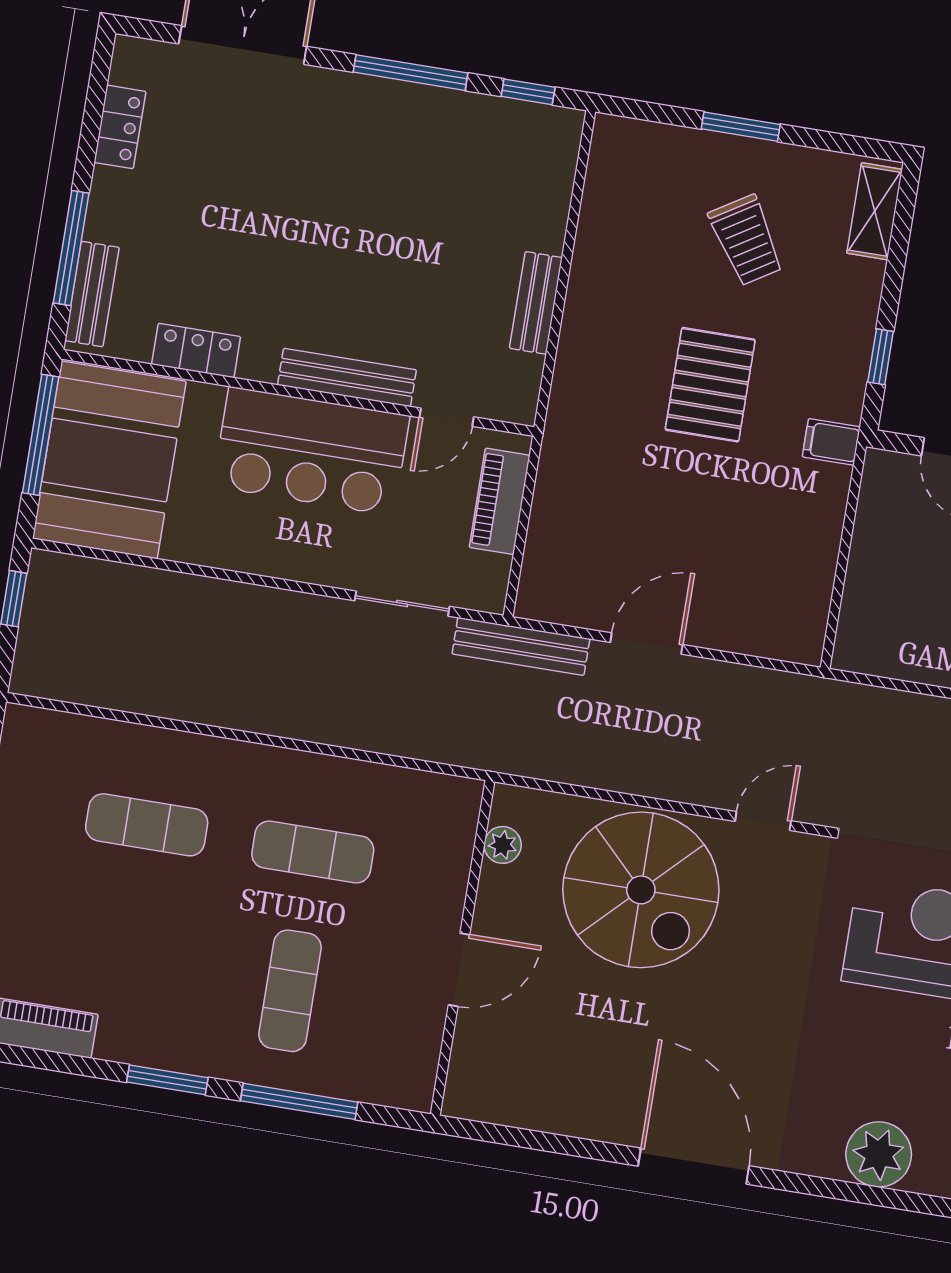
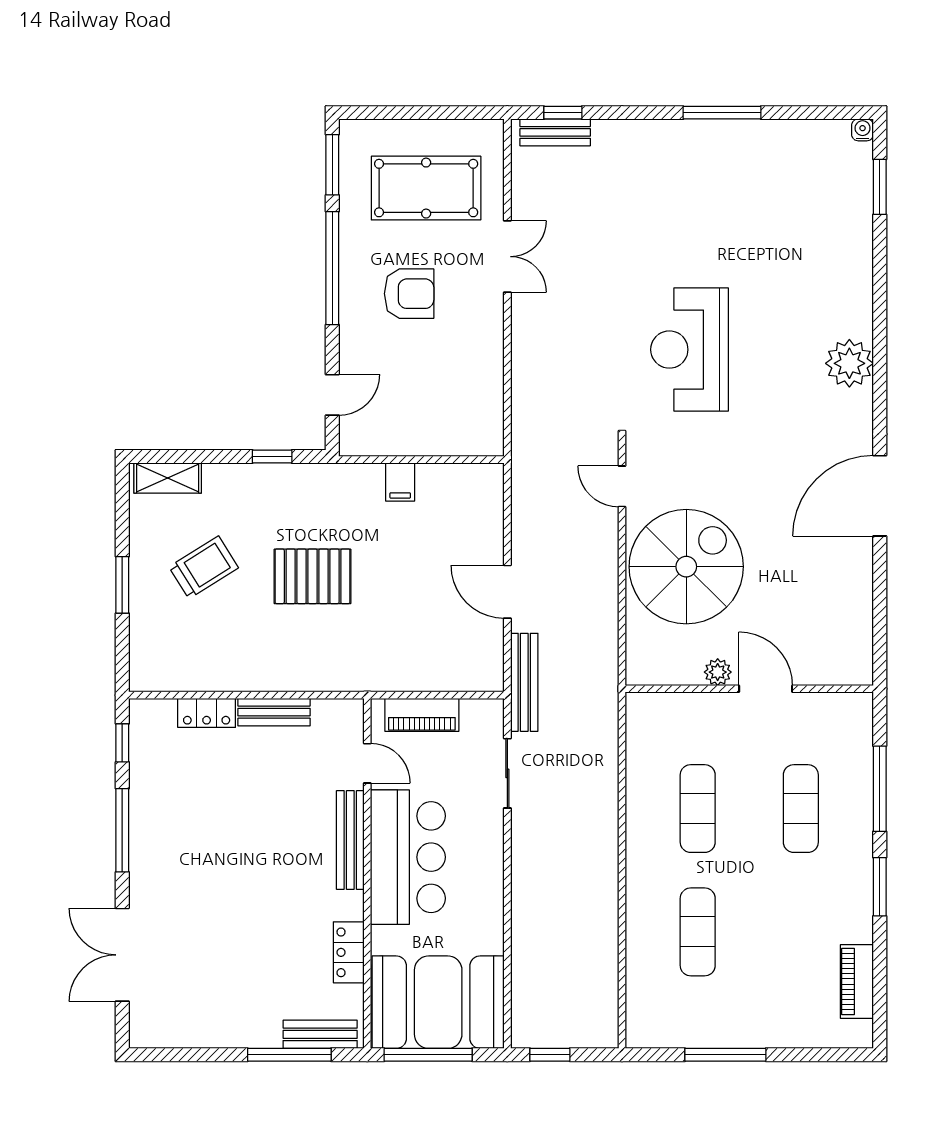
locker: (120, 127) -> (207, 713), moved, turned 180
filing cabinet: (831, 442) -> (400, 482), moved
plant: (503, 845) -> (718, 672), moved
exercise mat: (290, 991) -> (801, 809), turned 90

